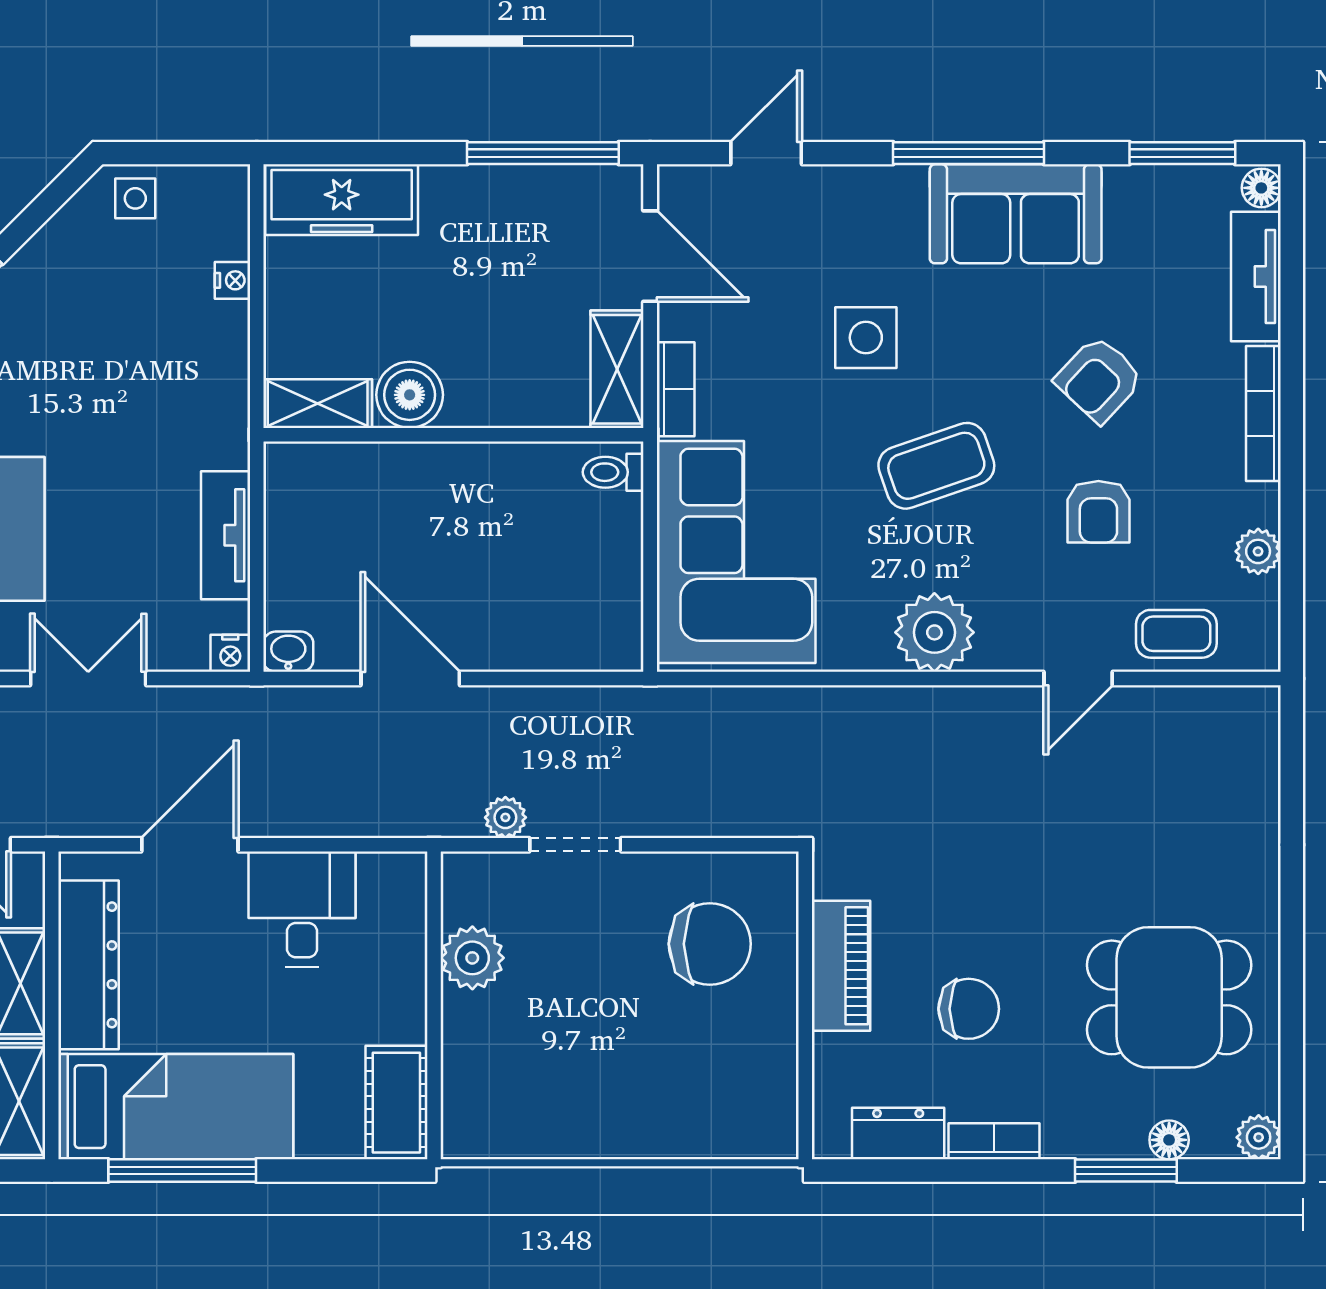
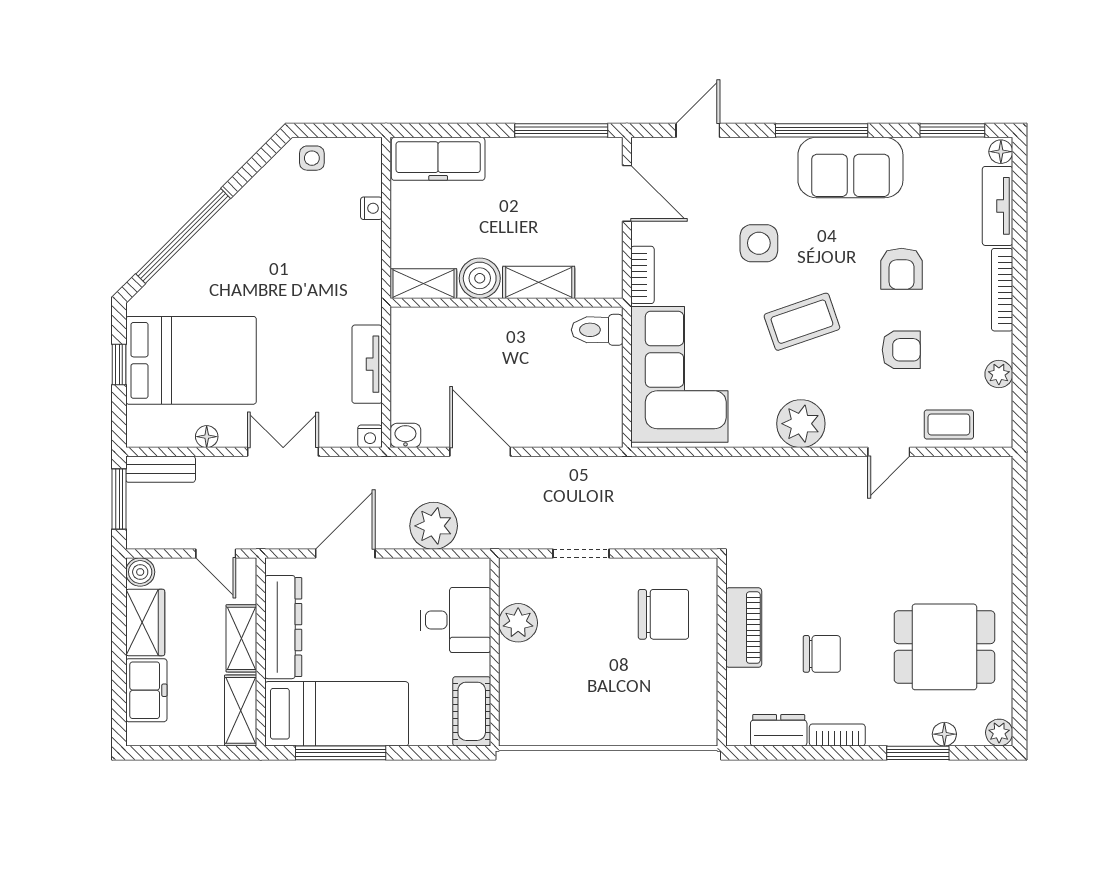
shelving: (617, 369) -> (539, 282), moved, turned 90
armchair: (1099, 379) -> (902, 269), turned -43
toilet: (613, 472) -> (597, 330), width x1.37, depth x1.39
armchair: (1098, 512) -> (901, 350), turned -90
plant: (505, 817) -> (434, 526), moved, width x1.88, depth x1.88
desk: (302, 909) -> (455, 620), moved, turned 90

